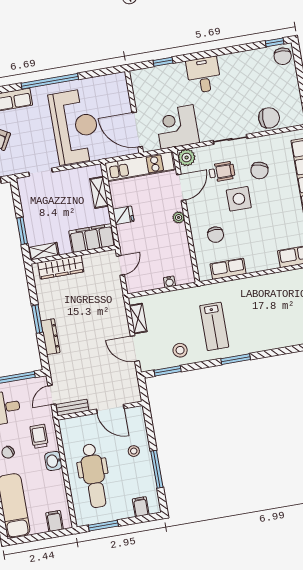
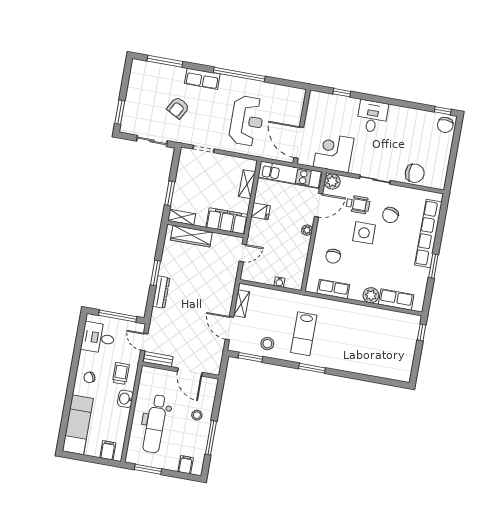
reception desk: (75, 127) -> (247, 121), width x0.74, depth x0.77
plant: (269, 261) -> (371, 295), added
door: (52, 395) -> (144, 342), hinge flipped

